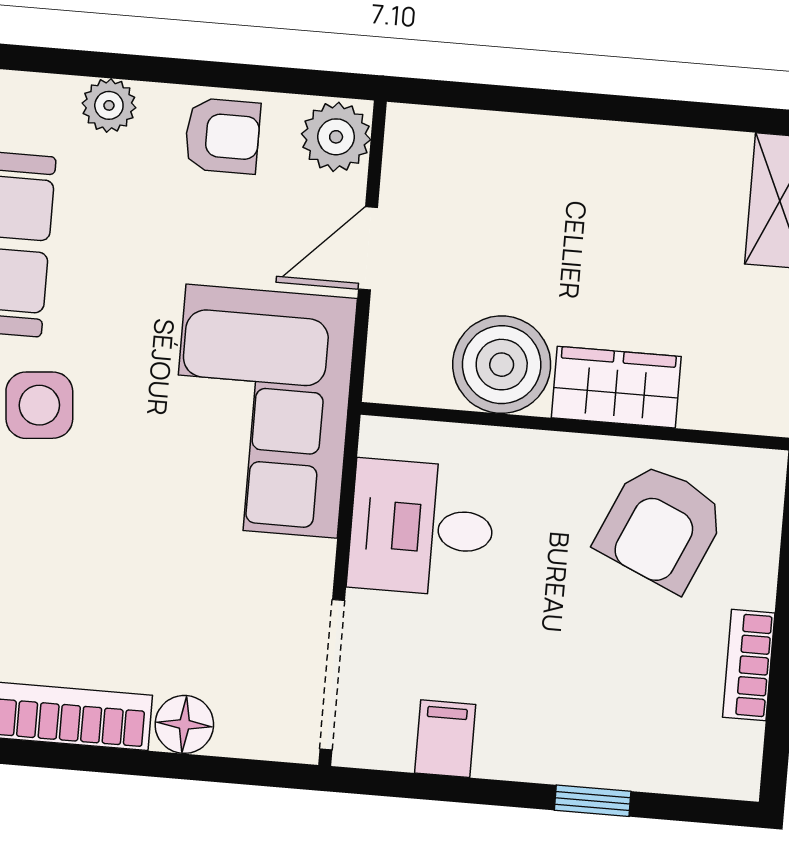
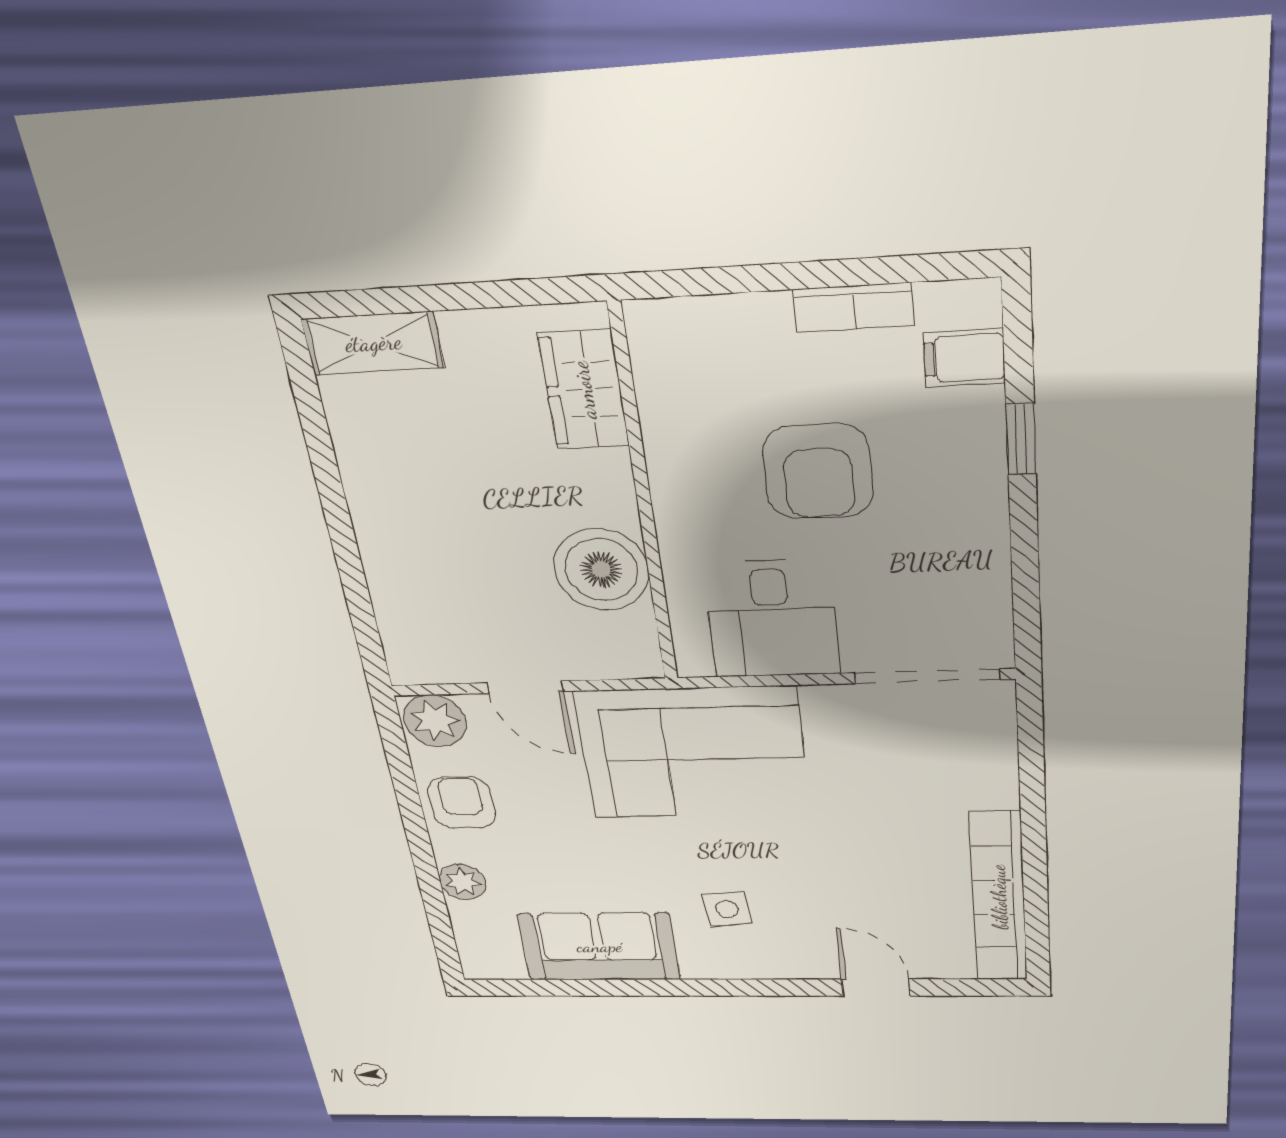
wardrobe: (616, 387) -> (584, 390), moved
side table: (39, 405) -> (727, 909), width x0.73, depth x0.73
armchair: (661, 527) -> (818, 472), moved, turned 66
floor lamp: (184, 724) -> (992, 785), removed
filing cabinet: (445, 739) -> (964, 358), moved

